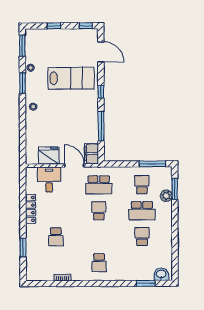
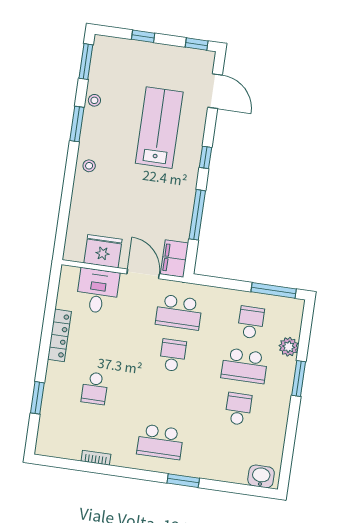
lab bench: (71, 78) -> (159, 128), turned -90
window: (175, 189) -> (299, 378), moved
school desk: (99, 263) -> (160, 442), width x1.85
window: (146, 283) -> (183, 481), moved

